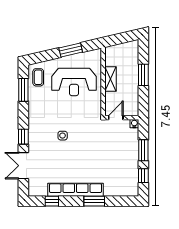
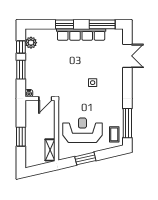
shelving: (110, 79) -> (50, 150), moved
window: (23, 90) -> (127, 123), width x1.44
window: (23, 137) -> (127, 82), removed
plant: (132, 181) -> (31, 43), added
window: (52, 201) -> (102, 24), width x2.17

